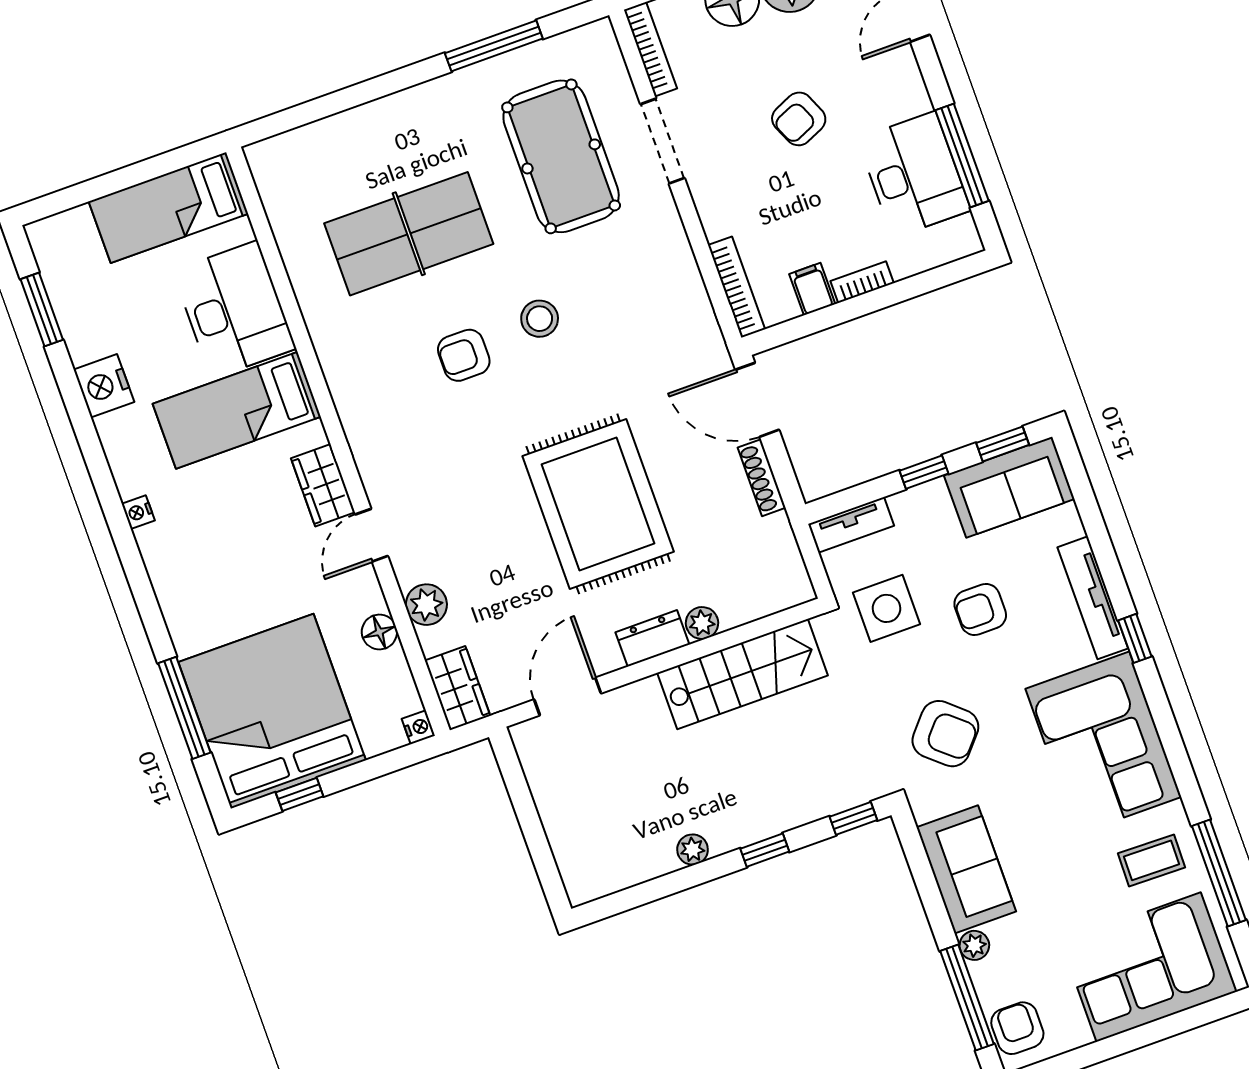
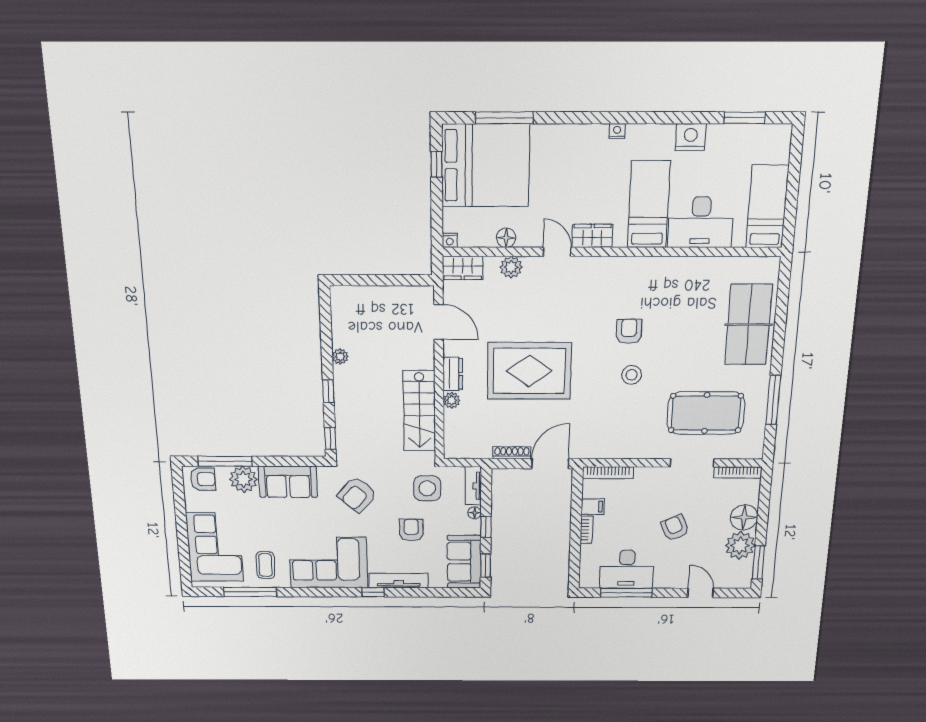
table tennis table: (409, 234) -> (748, 324), moved
floor lamp: (903, 504) -> (475, 513), added
plant: (974, 945) -> (243, 479), width x1.87, depth x1.87

